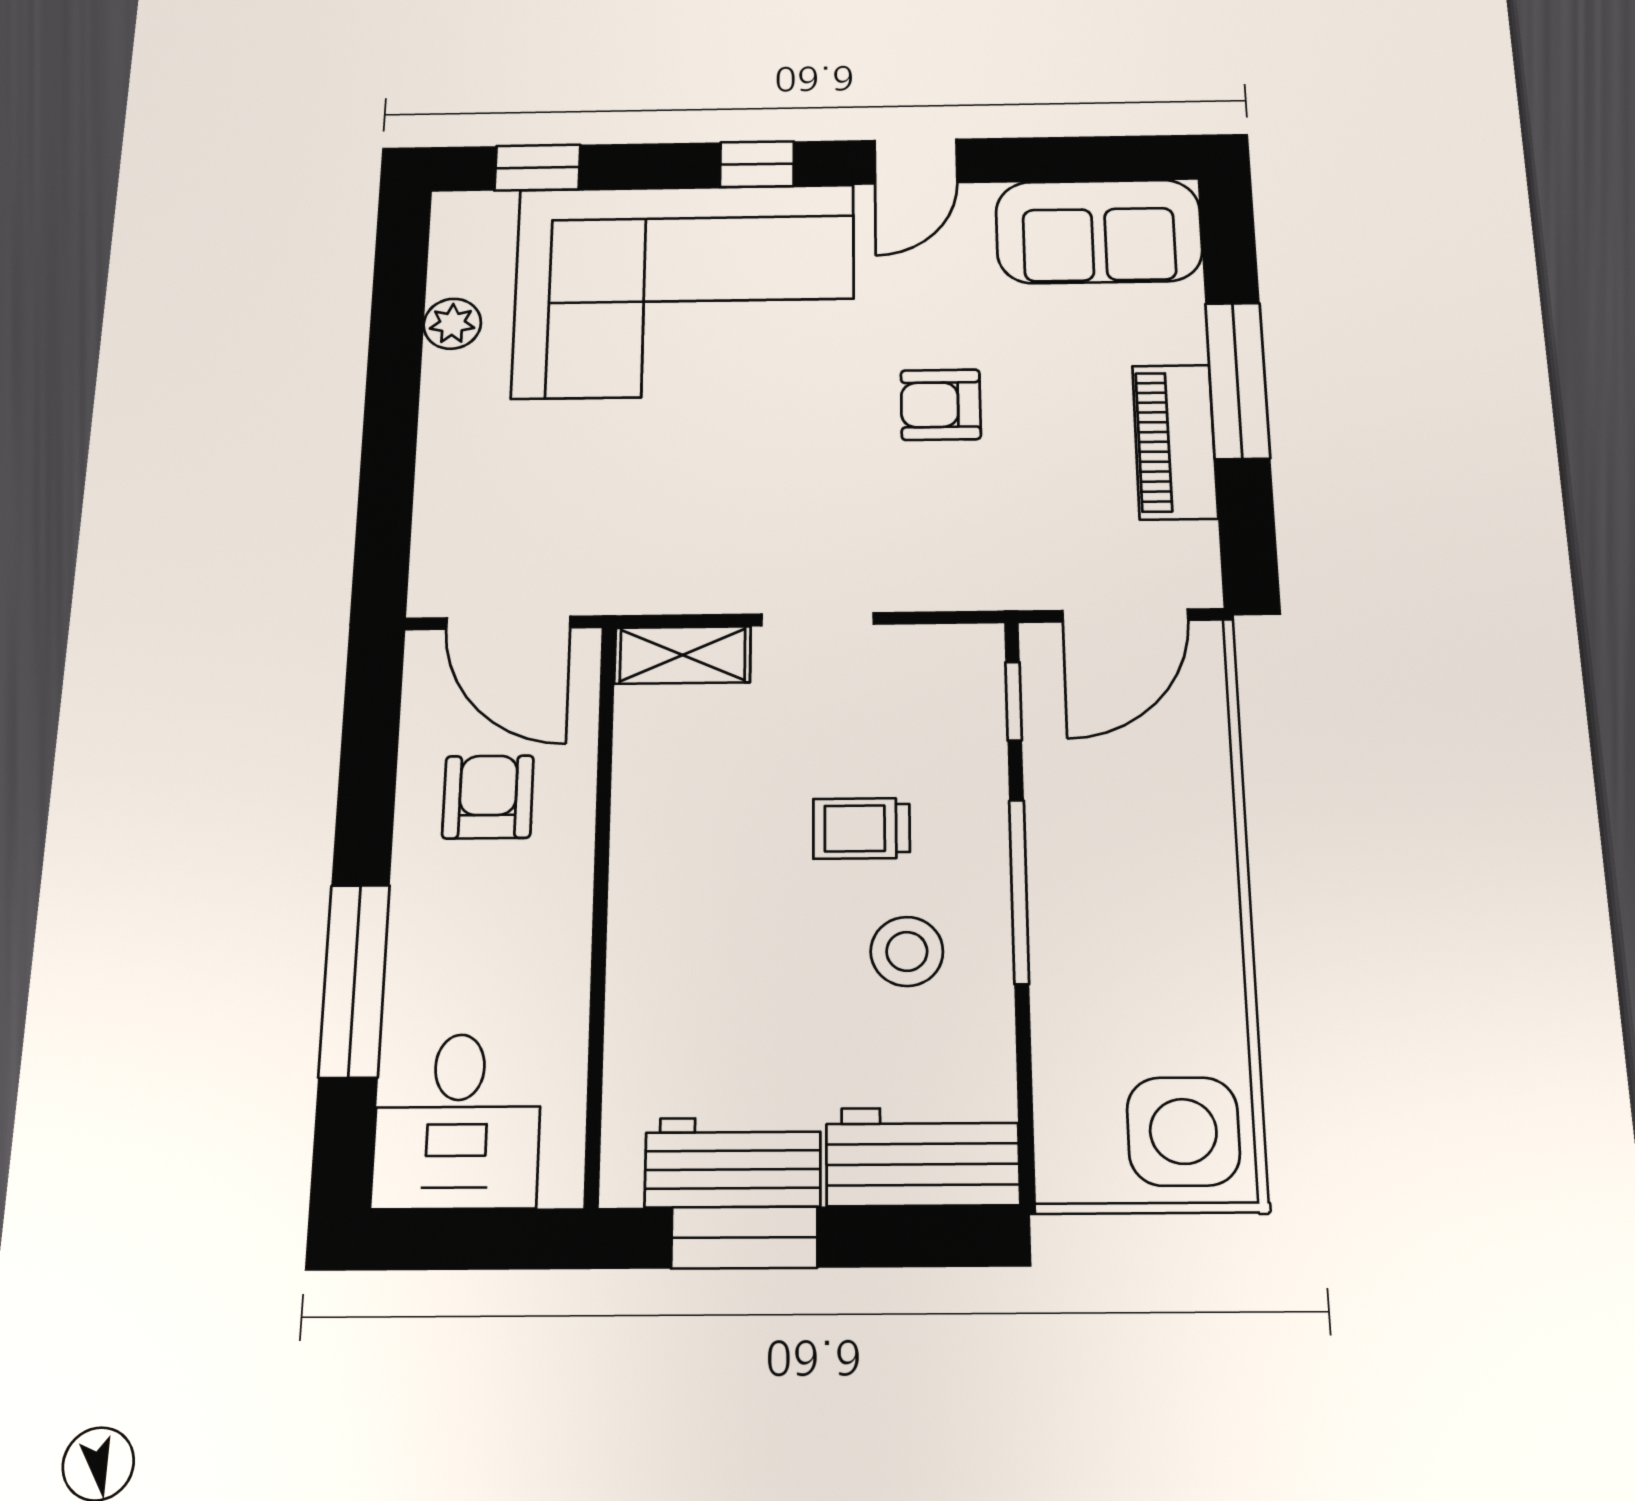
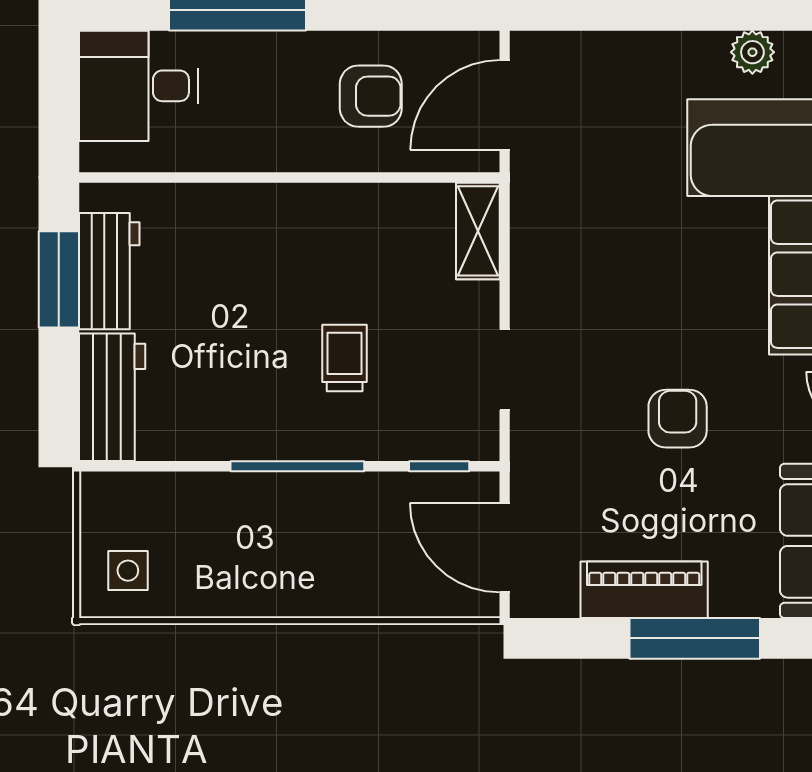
doorway: (818, 619) -> (505, 370), moved
stool: (907, 951) -> (255, 388), removed
side table: (1183, 1131) -> (128, 571), width x0.54, depth x0.54

